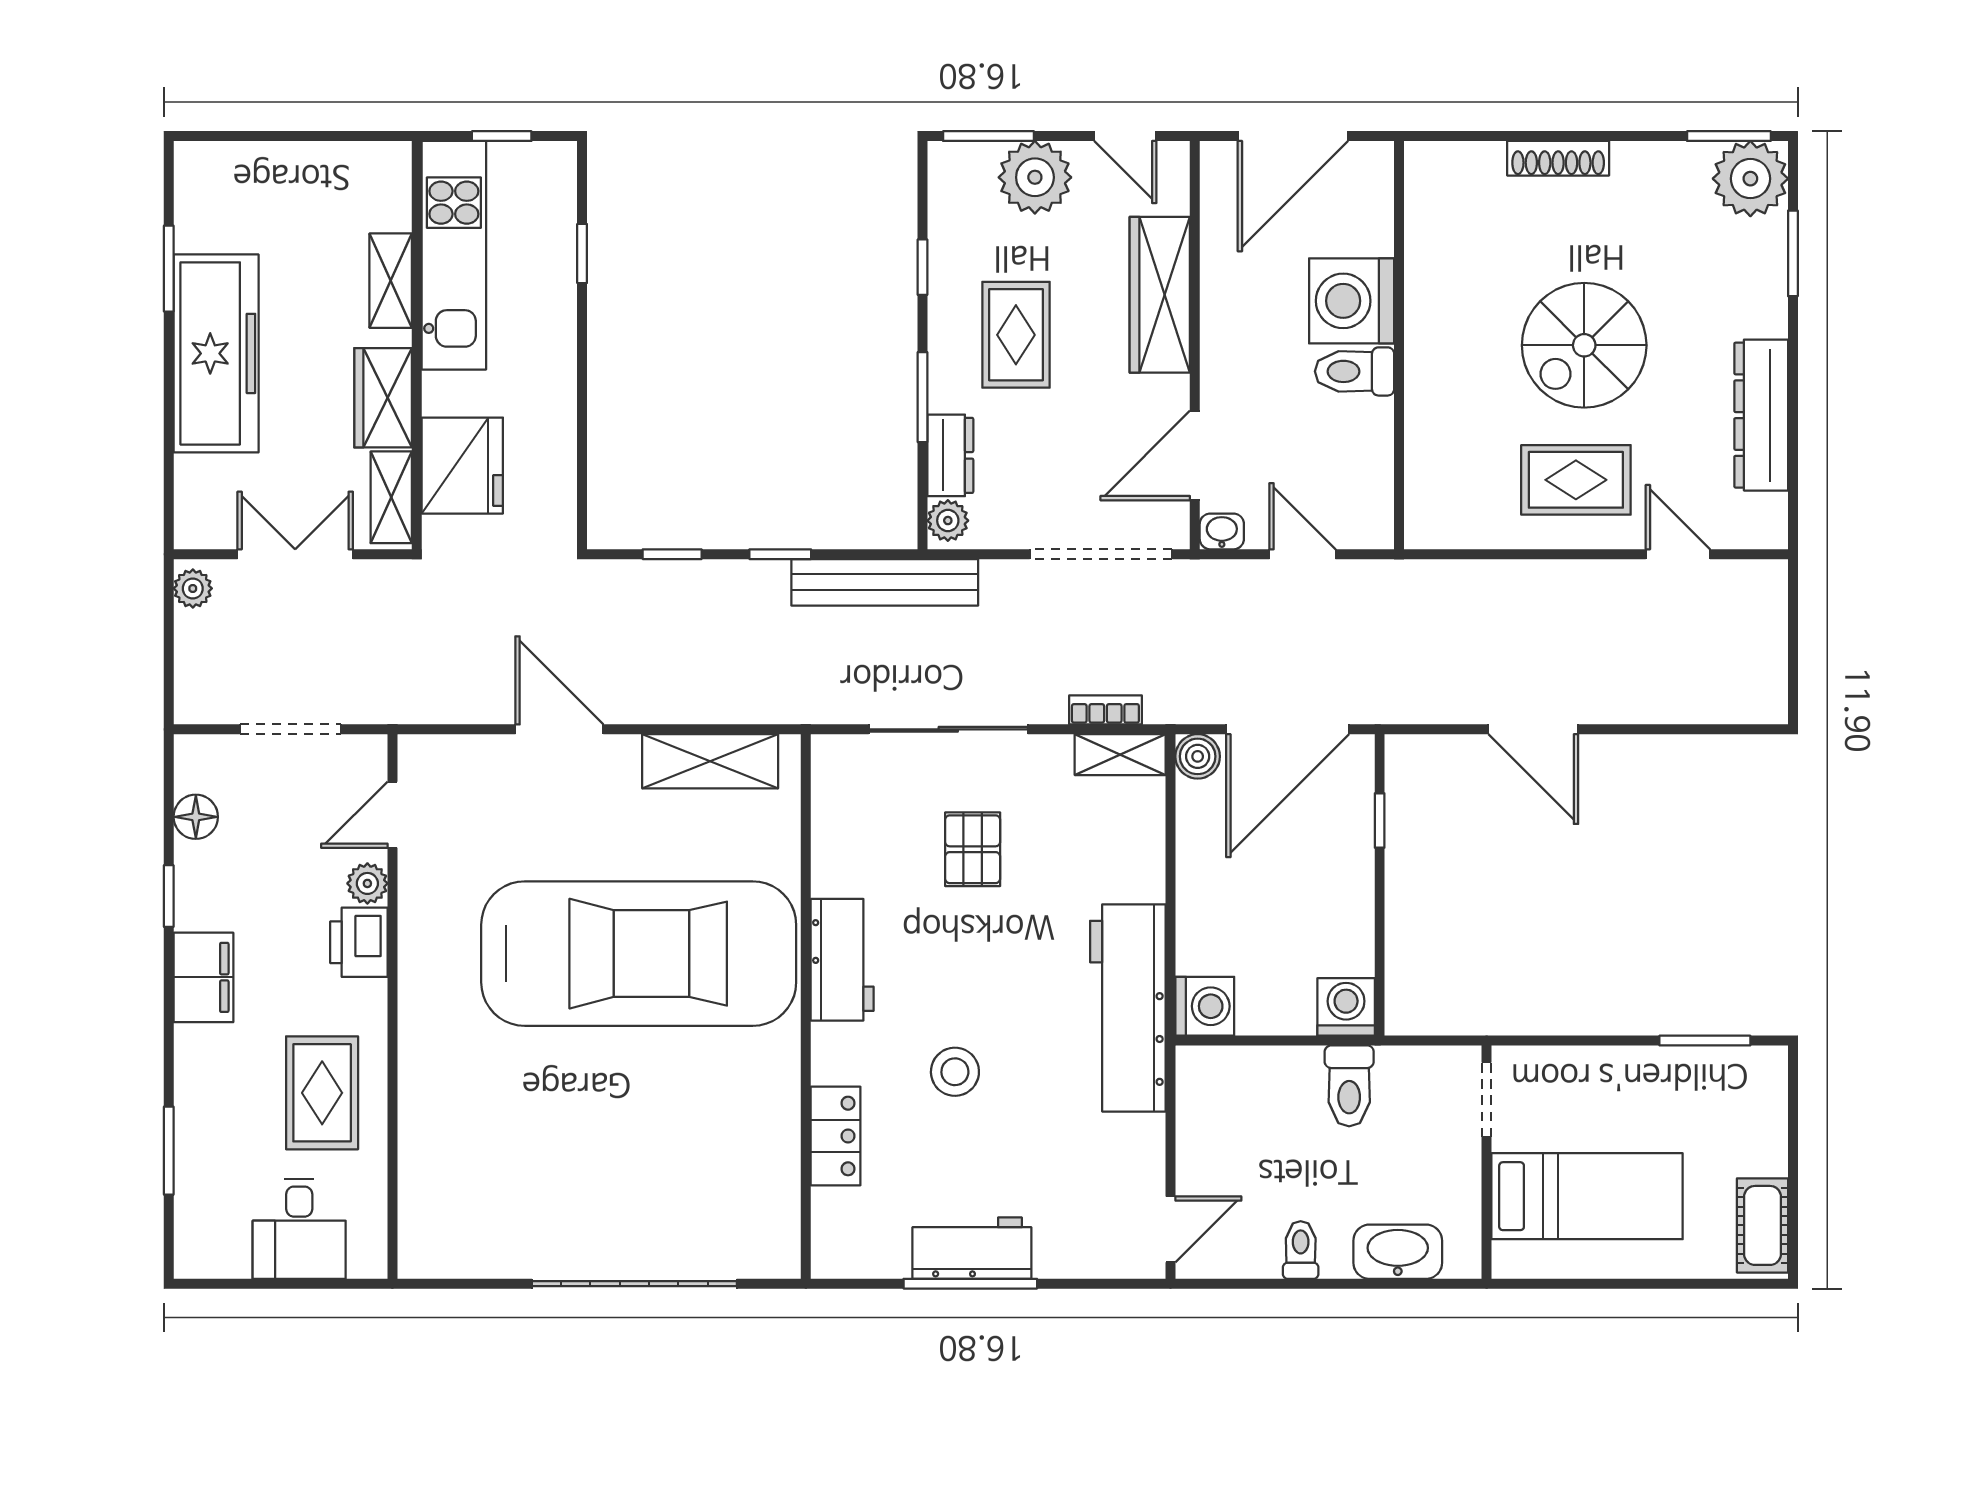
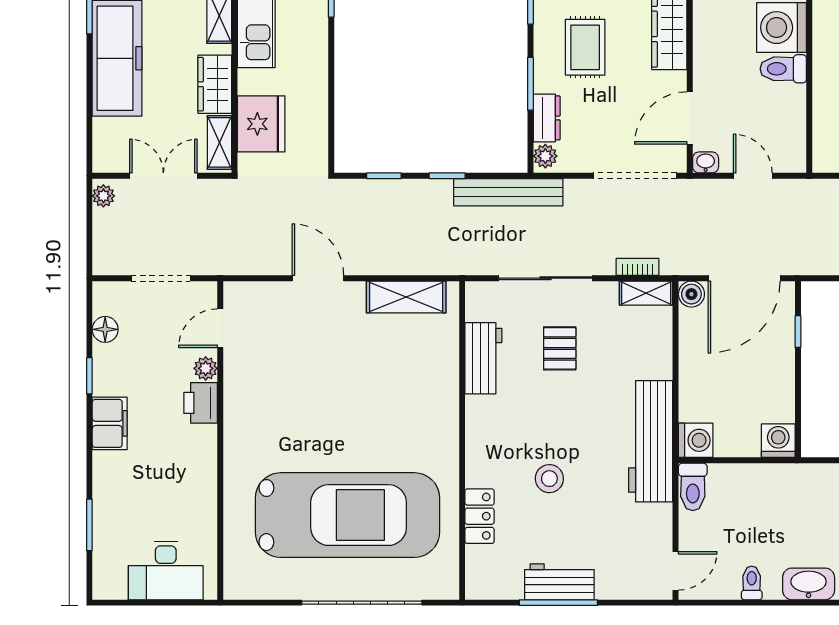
car: (639, 954) -> (347, 515), moved
workbench: (842, 960) -> (483, 358), moved
toilet: (1349, 1086) -> (693, 487), moved
rug: (322, 1093) -> (179, 491), removed
desk: (299, 1229) -> (166, 570), width x1.37

